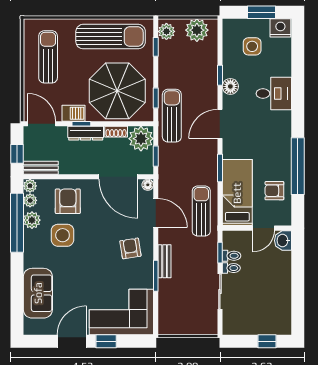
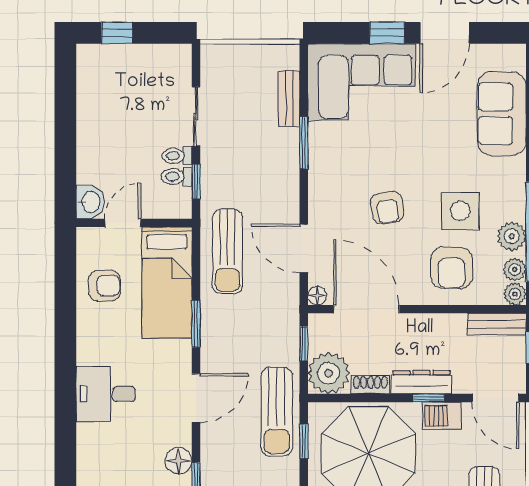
desk: (274, 94) -> (106, 394), moved
window: (298, 166) -> (65, 327), removed
armchair: (130, 248) -> (387, 208), moved
bench: (165, 261) -> (289, 99), moved

